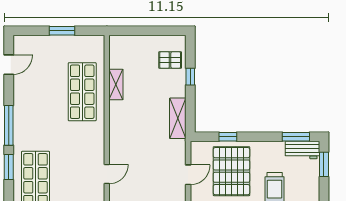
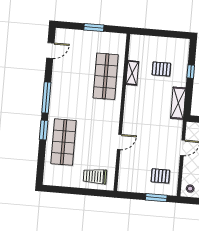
pallet: (170, 60) -> (161, 69), moved

